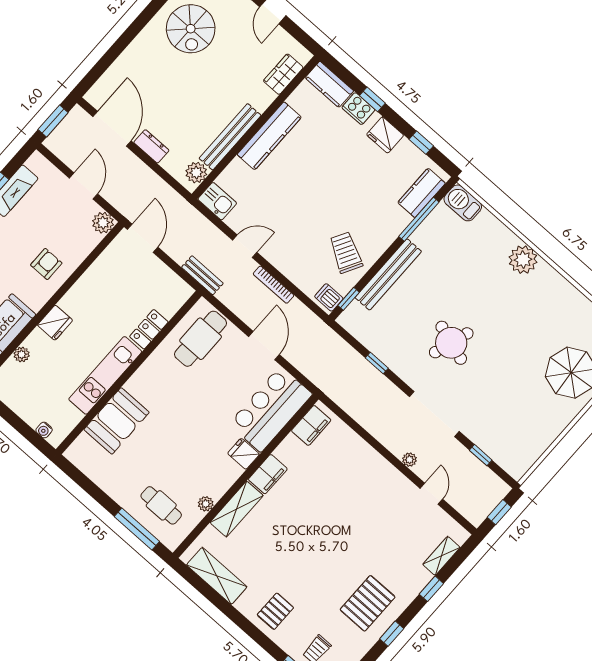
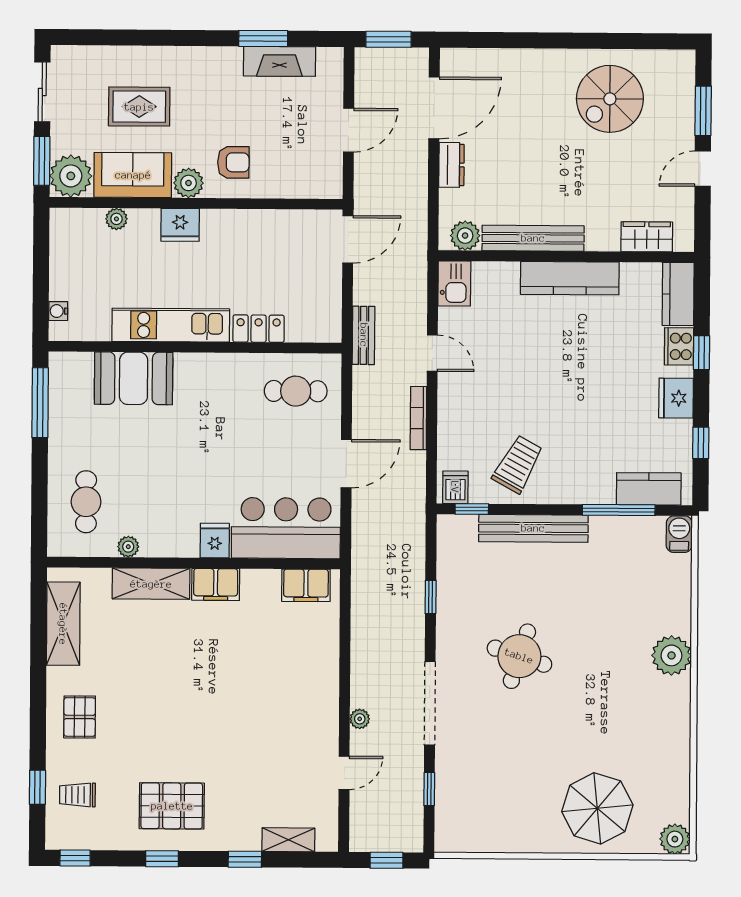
barbecue: (463, 203) -> (679, 534), width x0.73, depth x0.79
plant: (103, 223) -> (189, 183), moved
cafe table: (201, 339) -> (296, 391), width x0.73, depth x0.74
window: (137, 529) -> (40, 403), moved
pallet: (275, 611) -> (80, 717), turned 90

